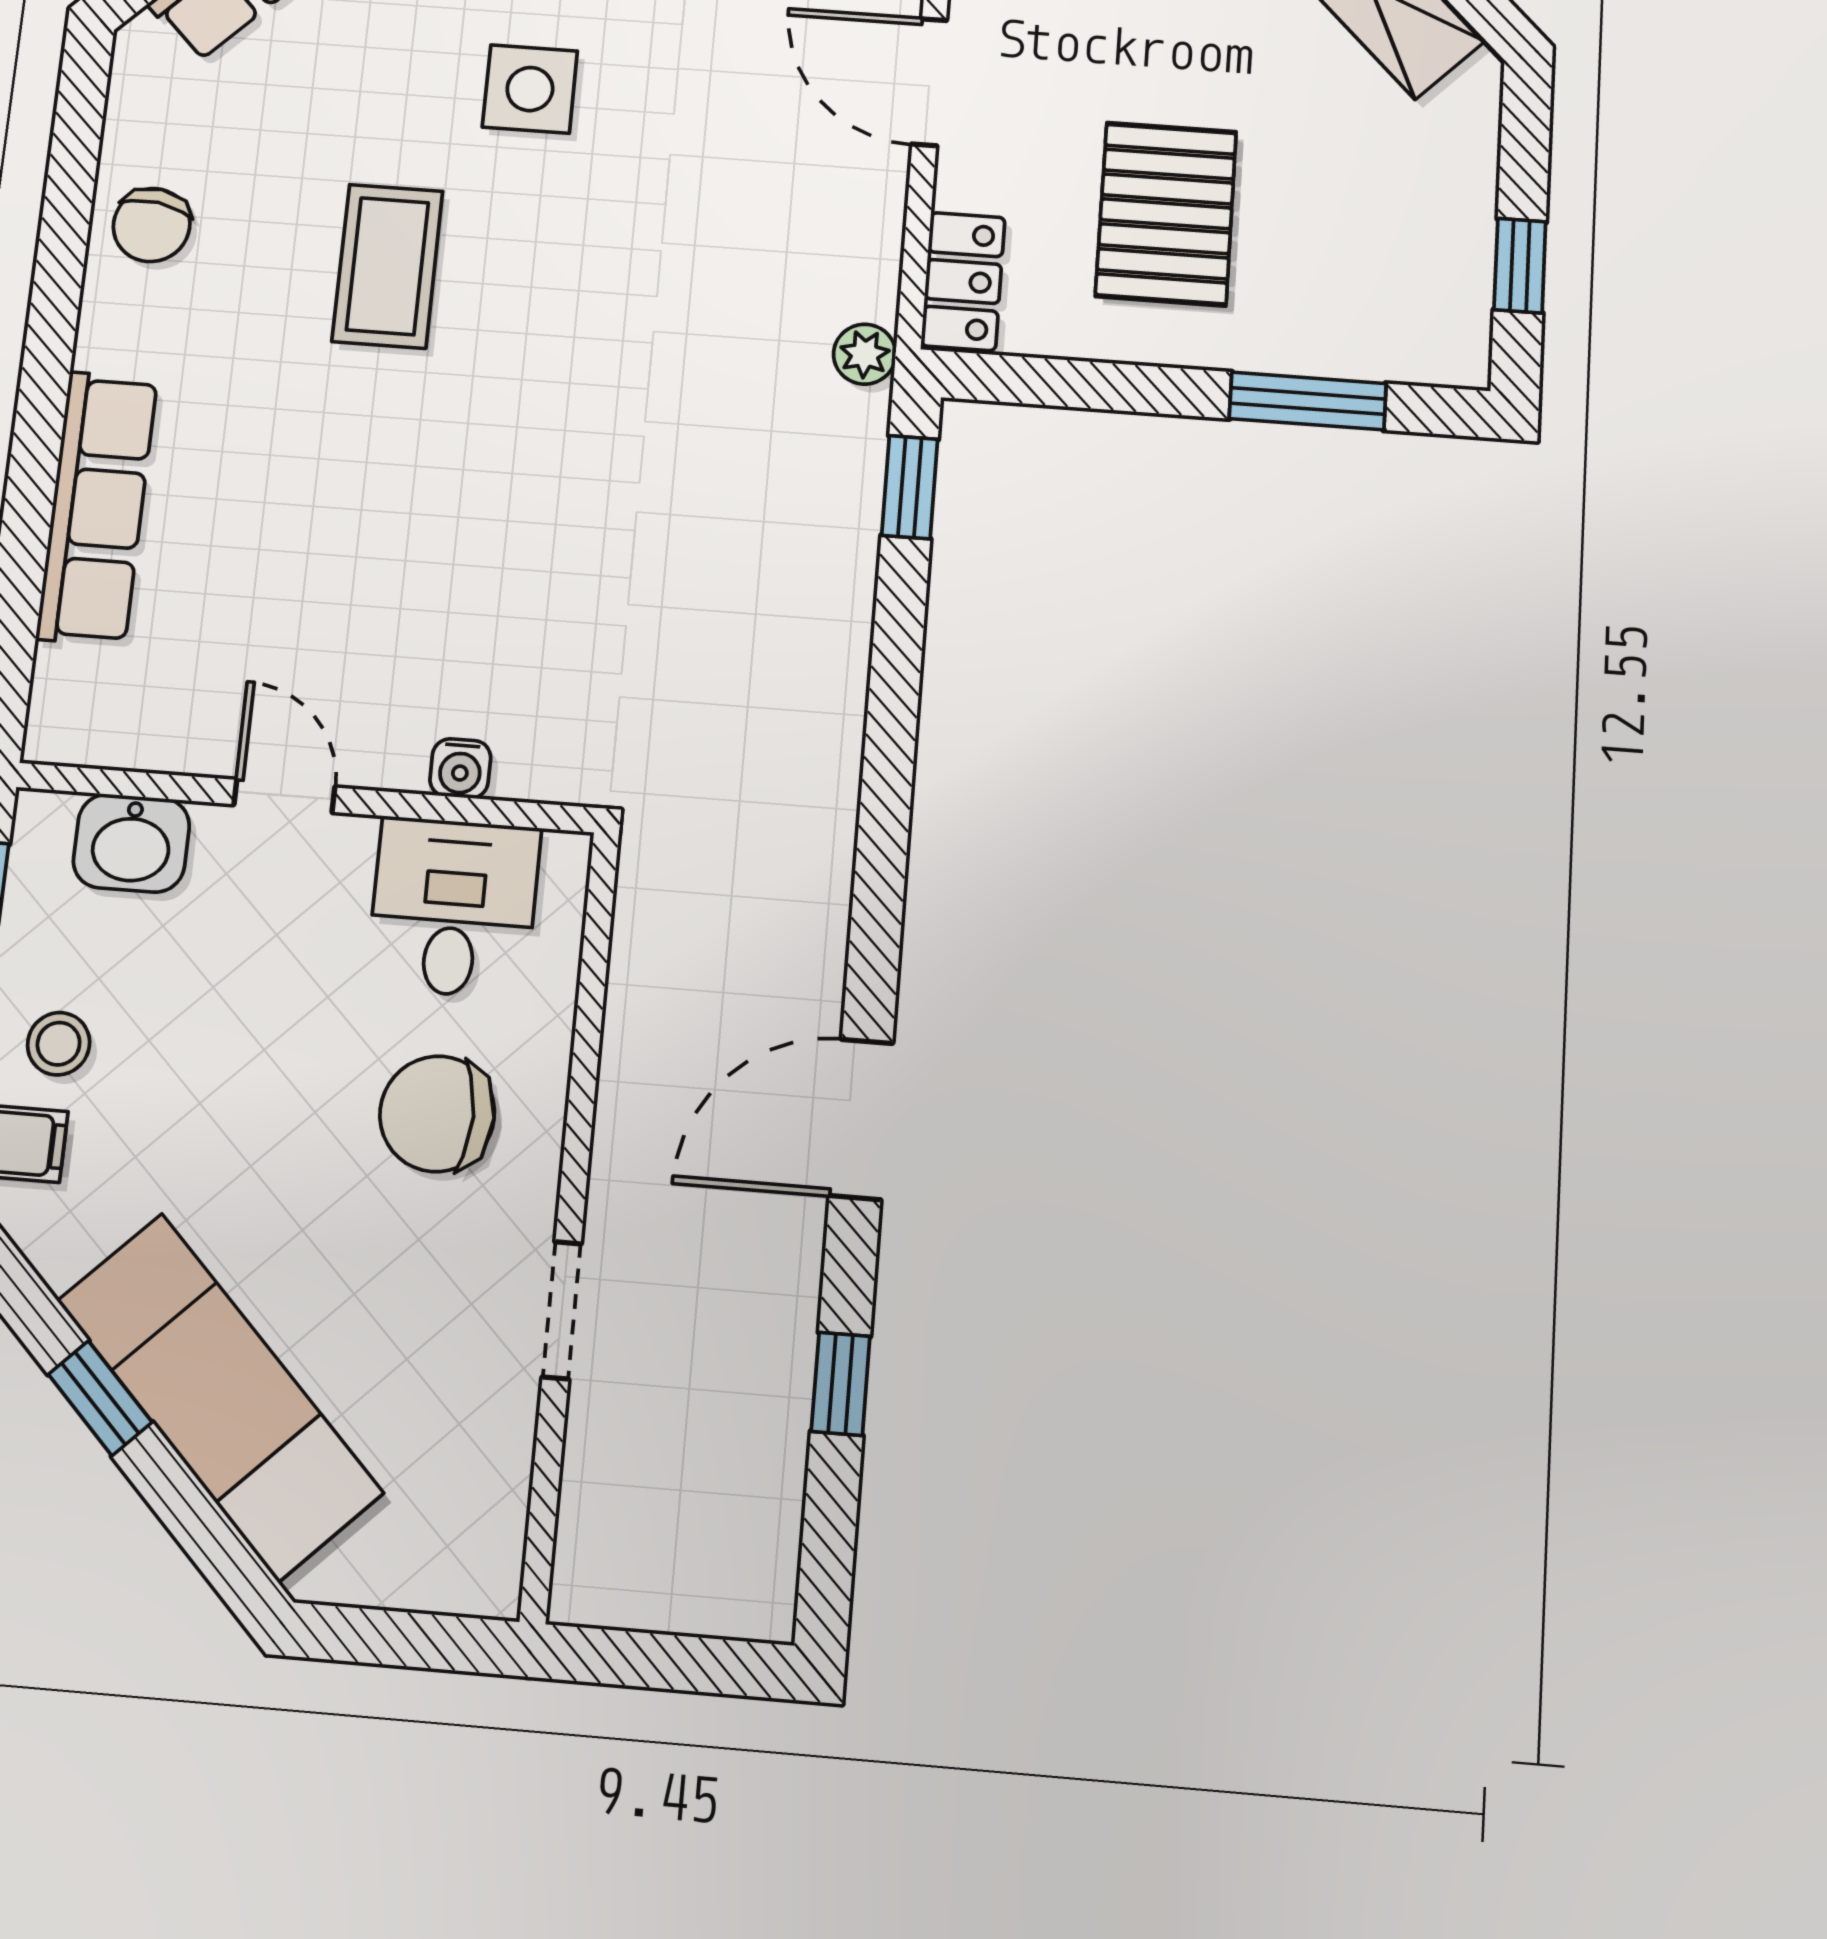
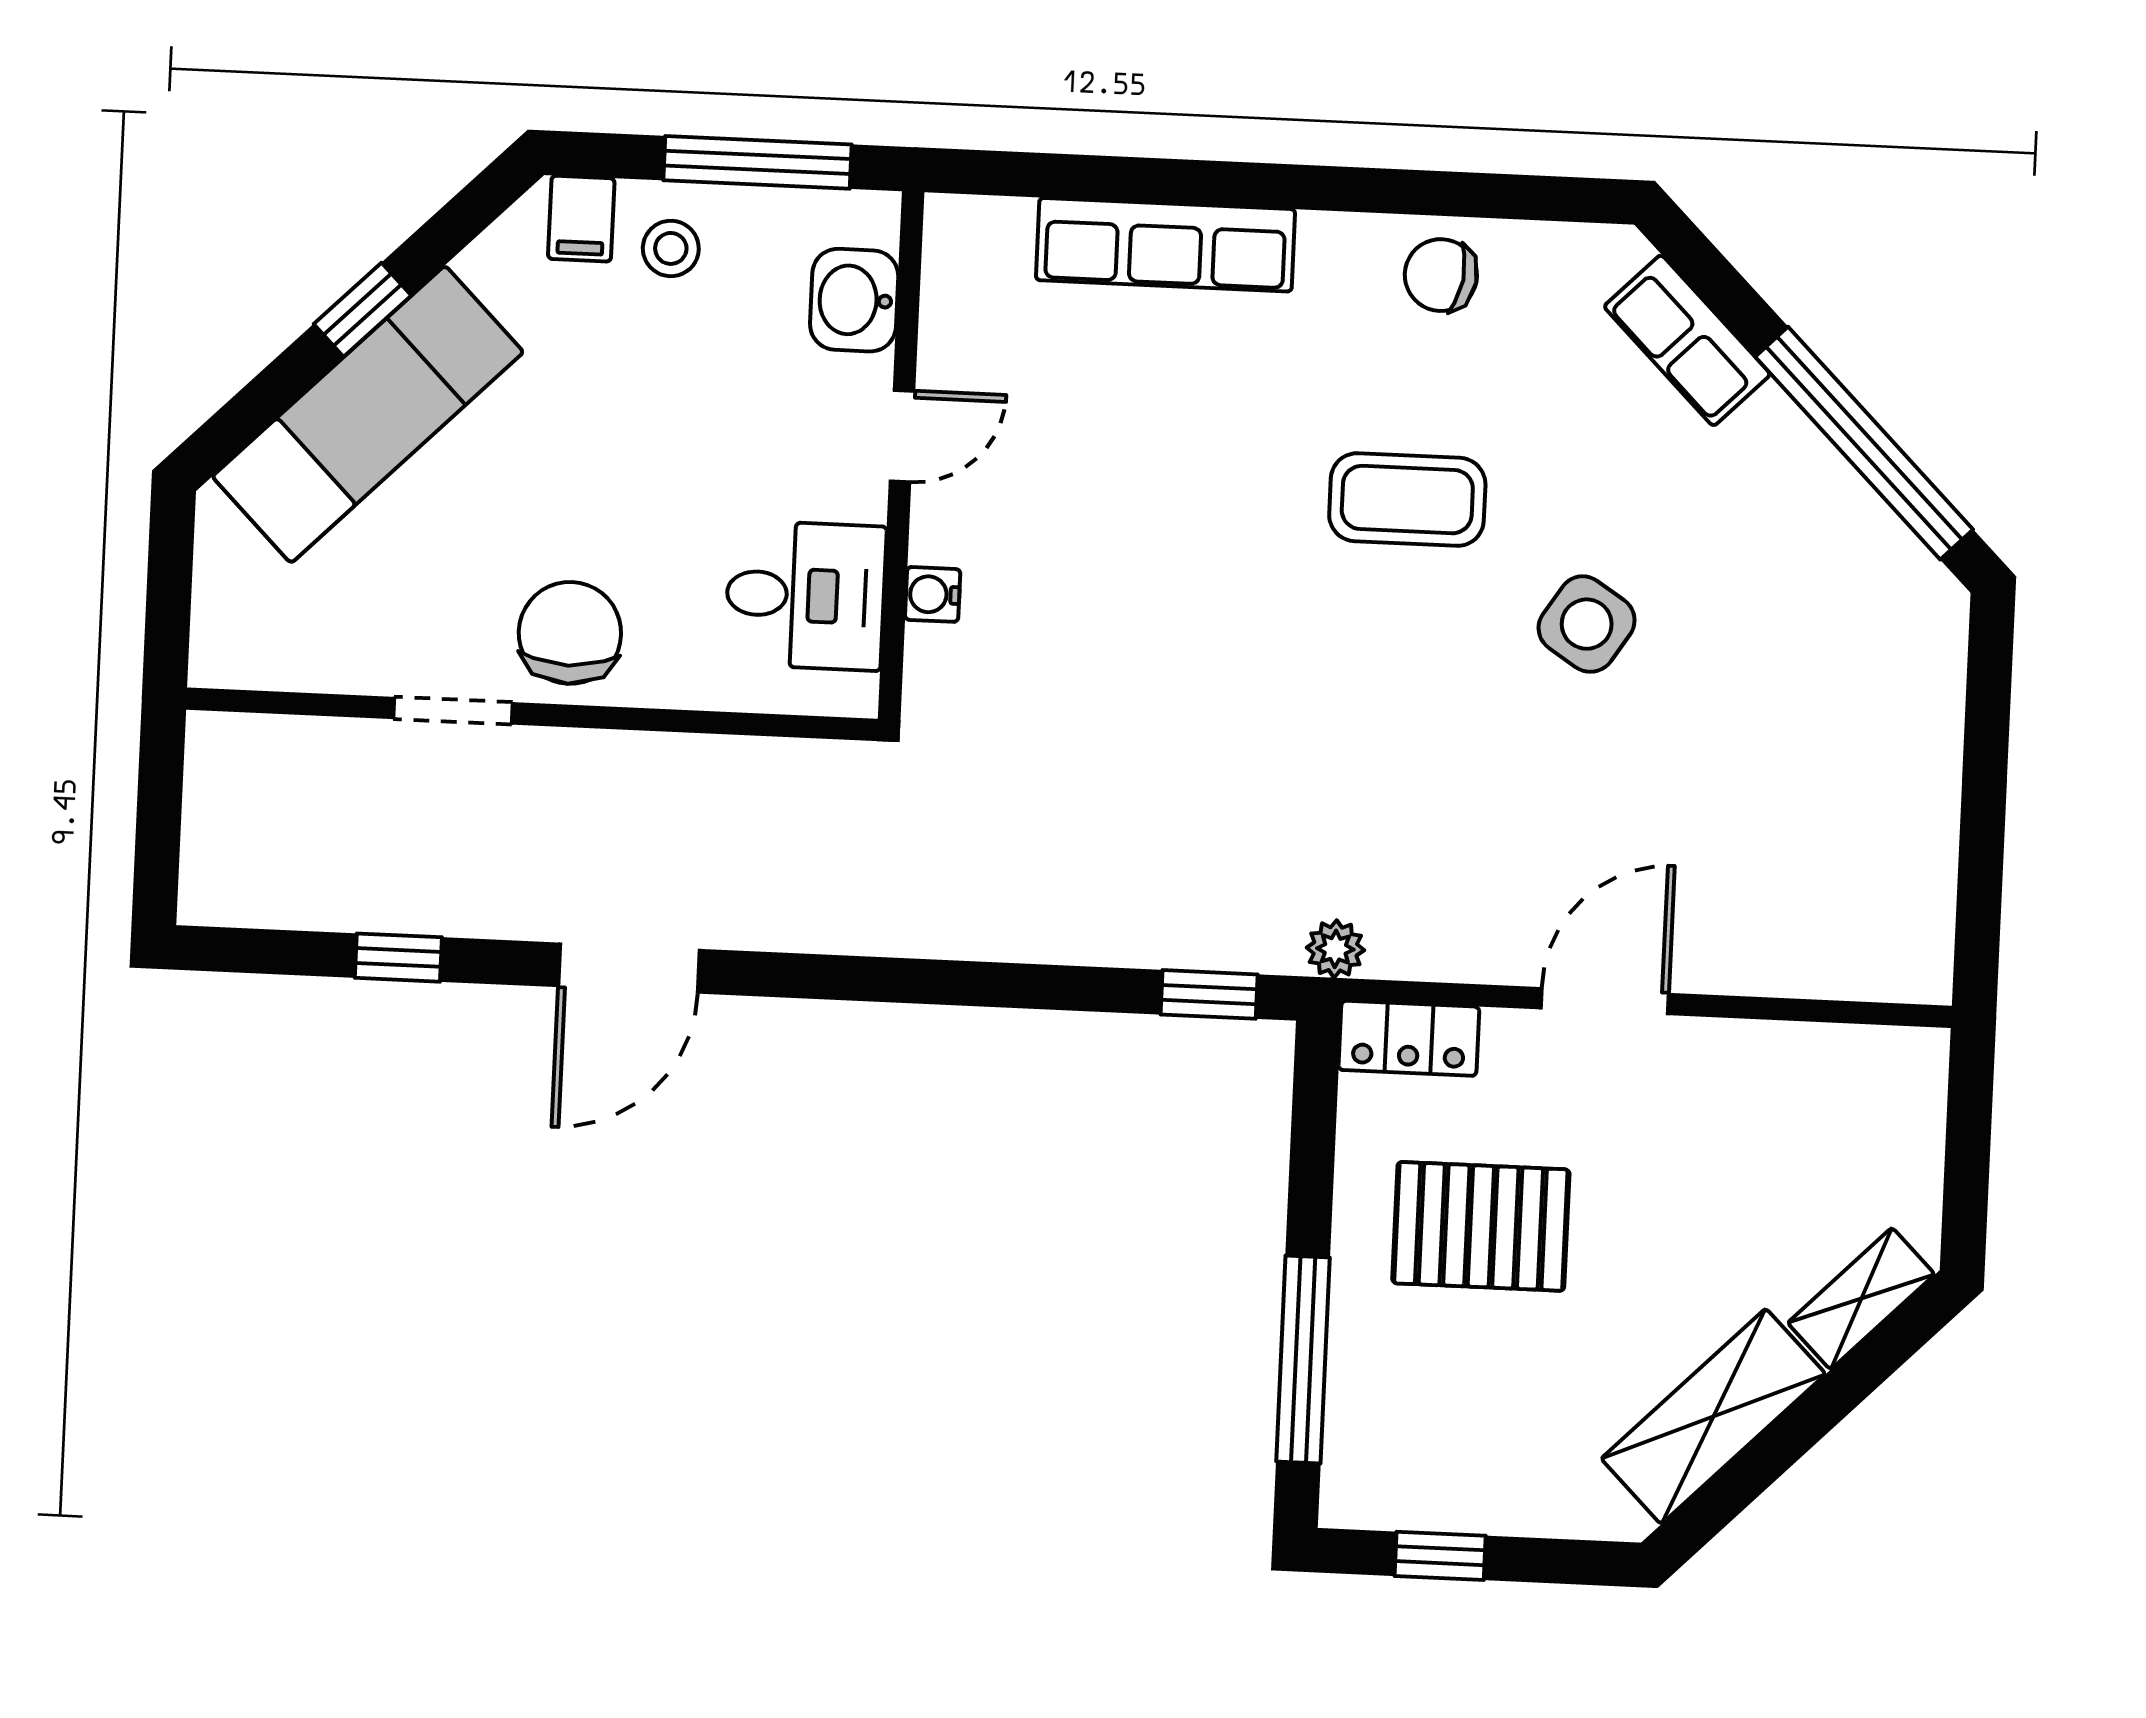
side table: (530, 89) -> (1587, 624), turned 33
window: (1308, 401) -> (1303, 1360), width x1.44
chair: (437, 1114) -> (570, 633), moved
door: (861, 1119) -> (629, 968), swing flipped

